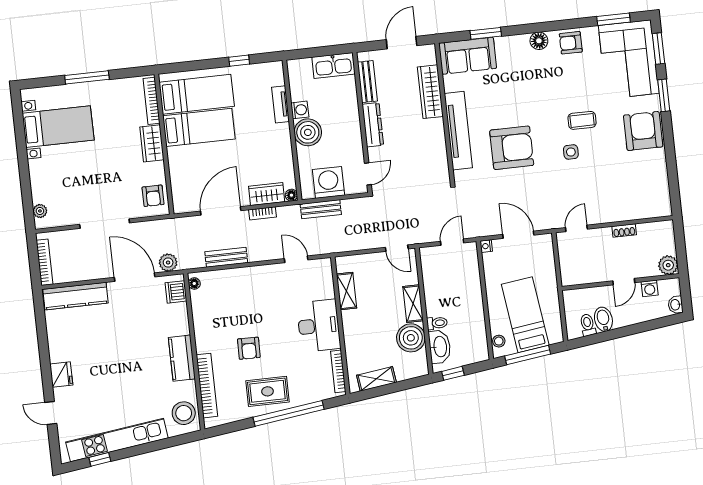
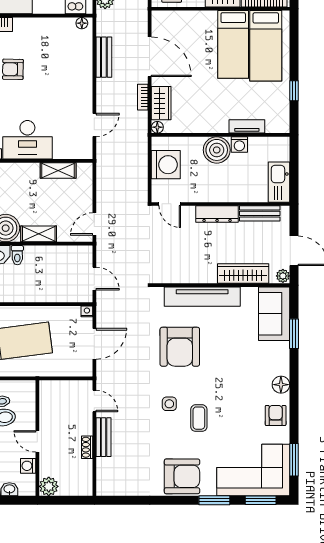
plant: (428, 51) -> (283, 276), added
bench: (321, 209) -> (104, 437), moved

